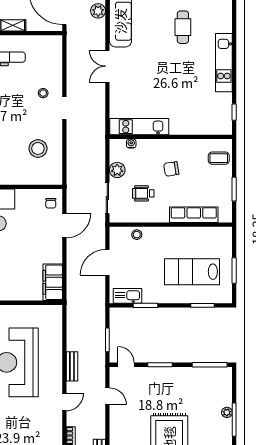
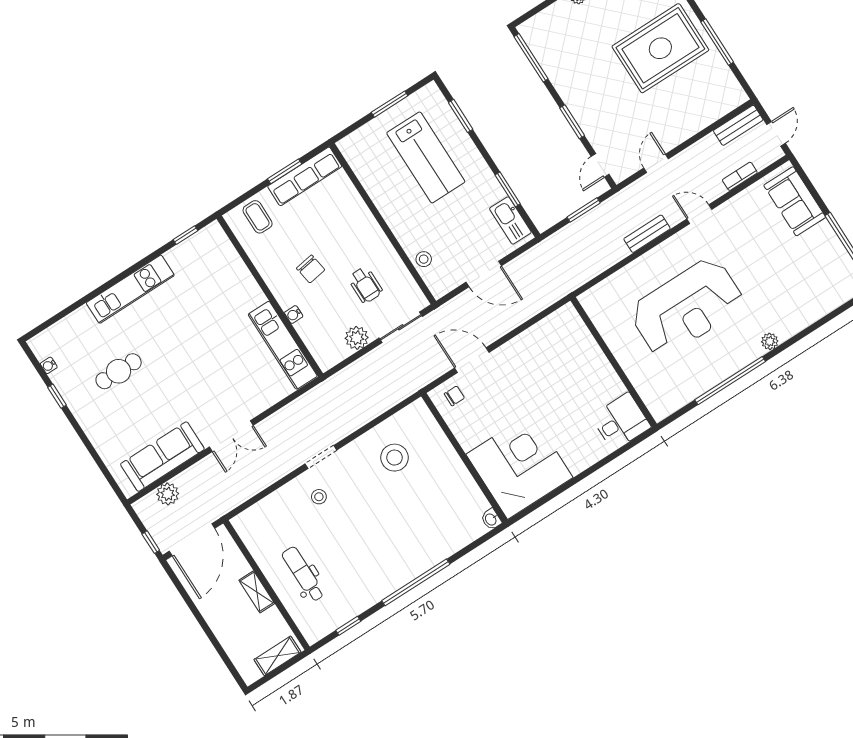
water cooler: (131, 144) -> (294, 314), moved
row of seats: (194, 215) -> (305, 176), moved, turned -90
filing cabinet: (53, 282) -> (555, 328), removed

